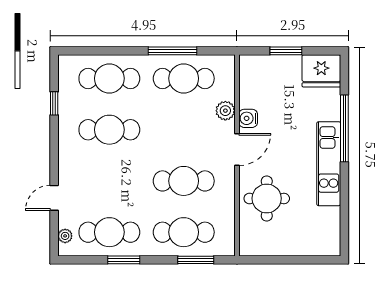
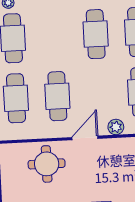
water cooler: (248, 118) -> (111, 146), removed
door: (237, 149) -> (85, 138), swing flipped

